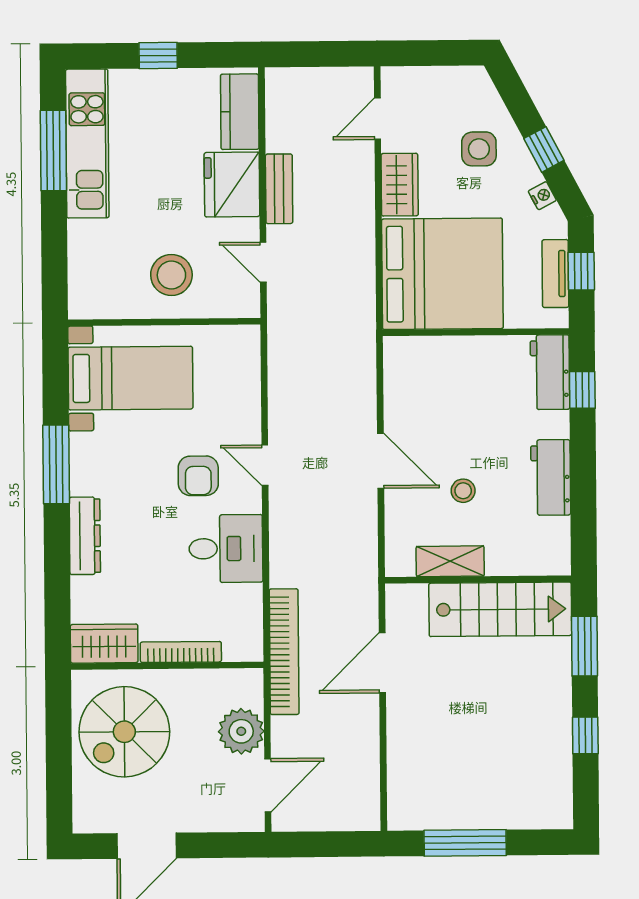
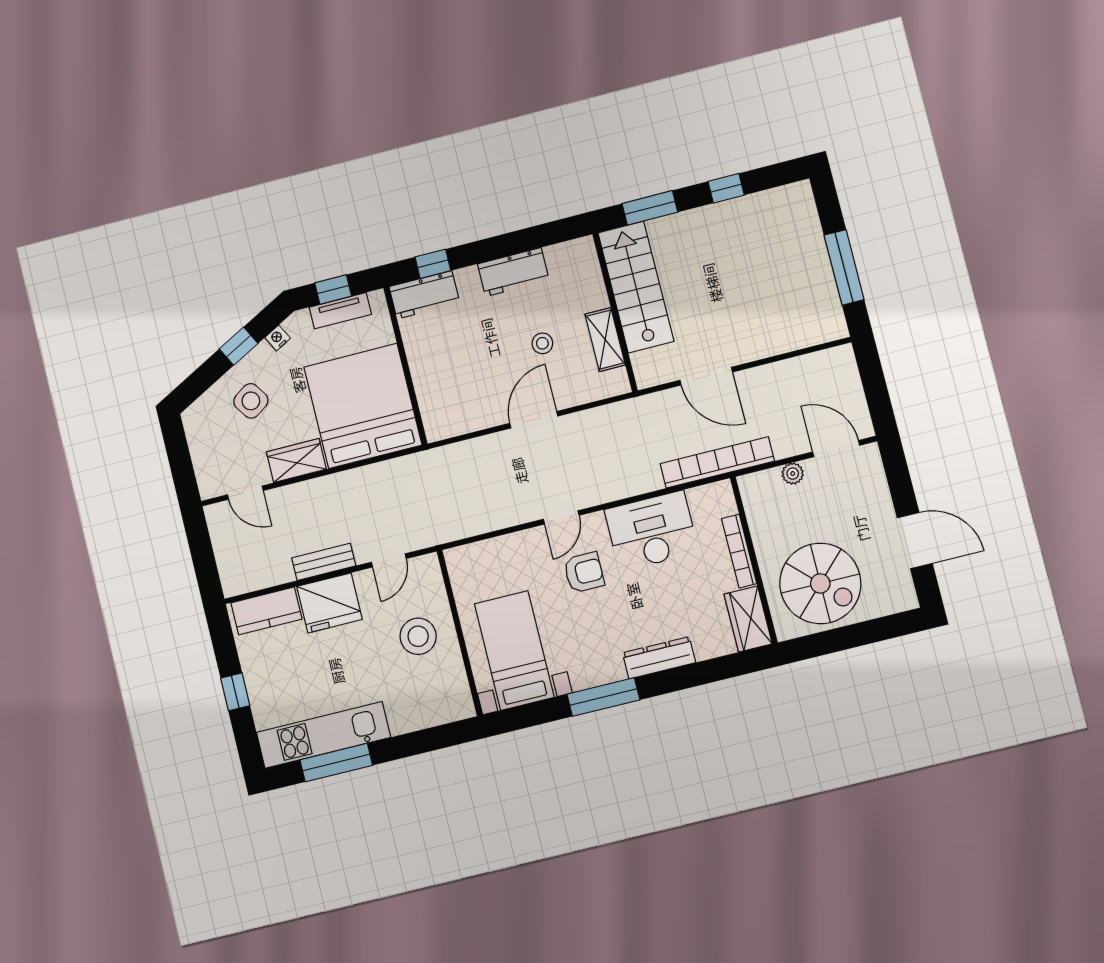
side table: (479, 149) -> (251, 401), turned -34
desk: (226, 549) -> (652, 531), width x1.37
plant: (241, 731) -> (793, 474), width x0.53, depth x0.53

